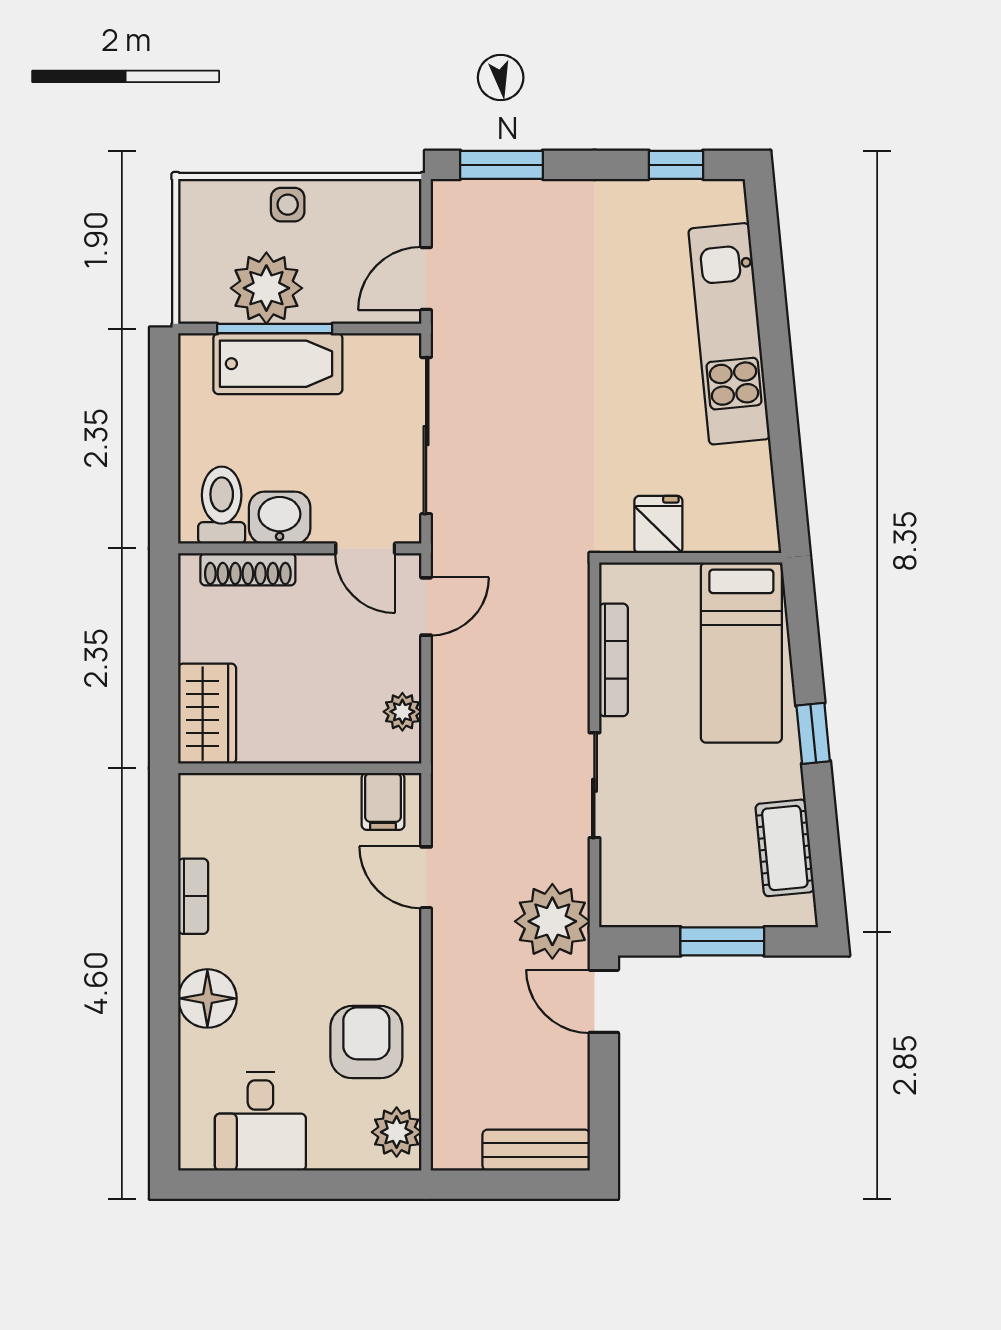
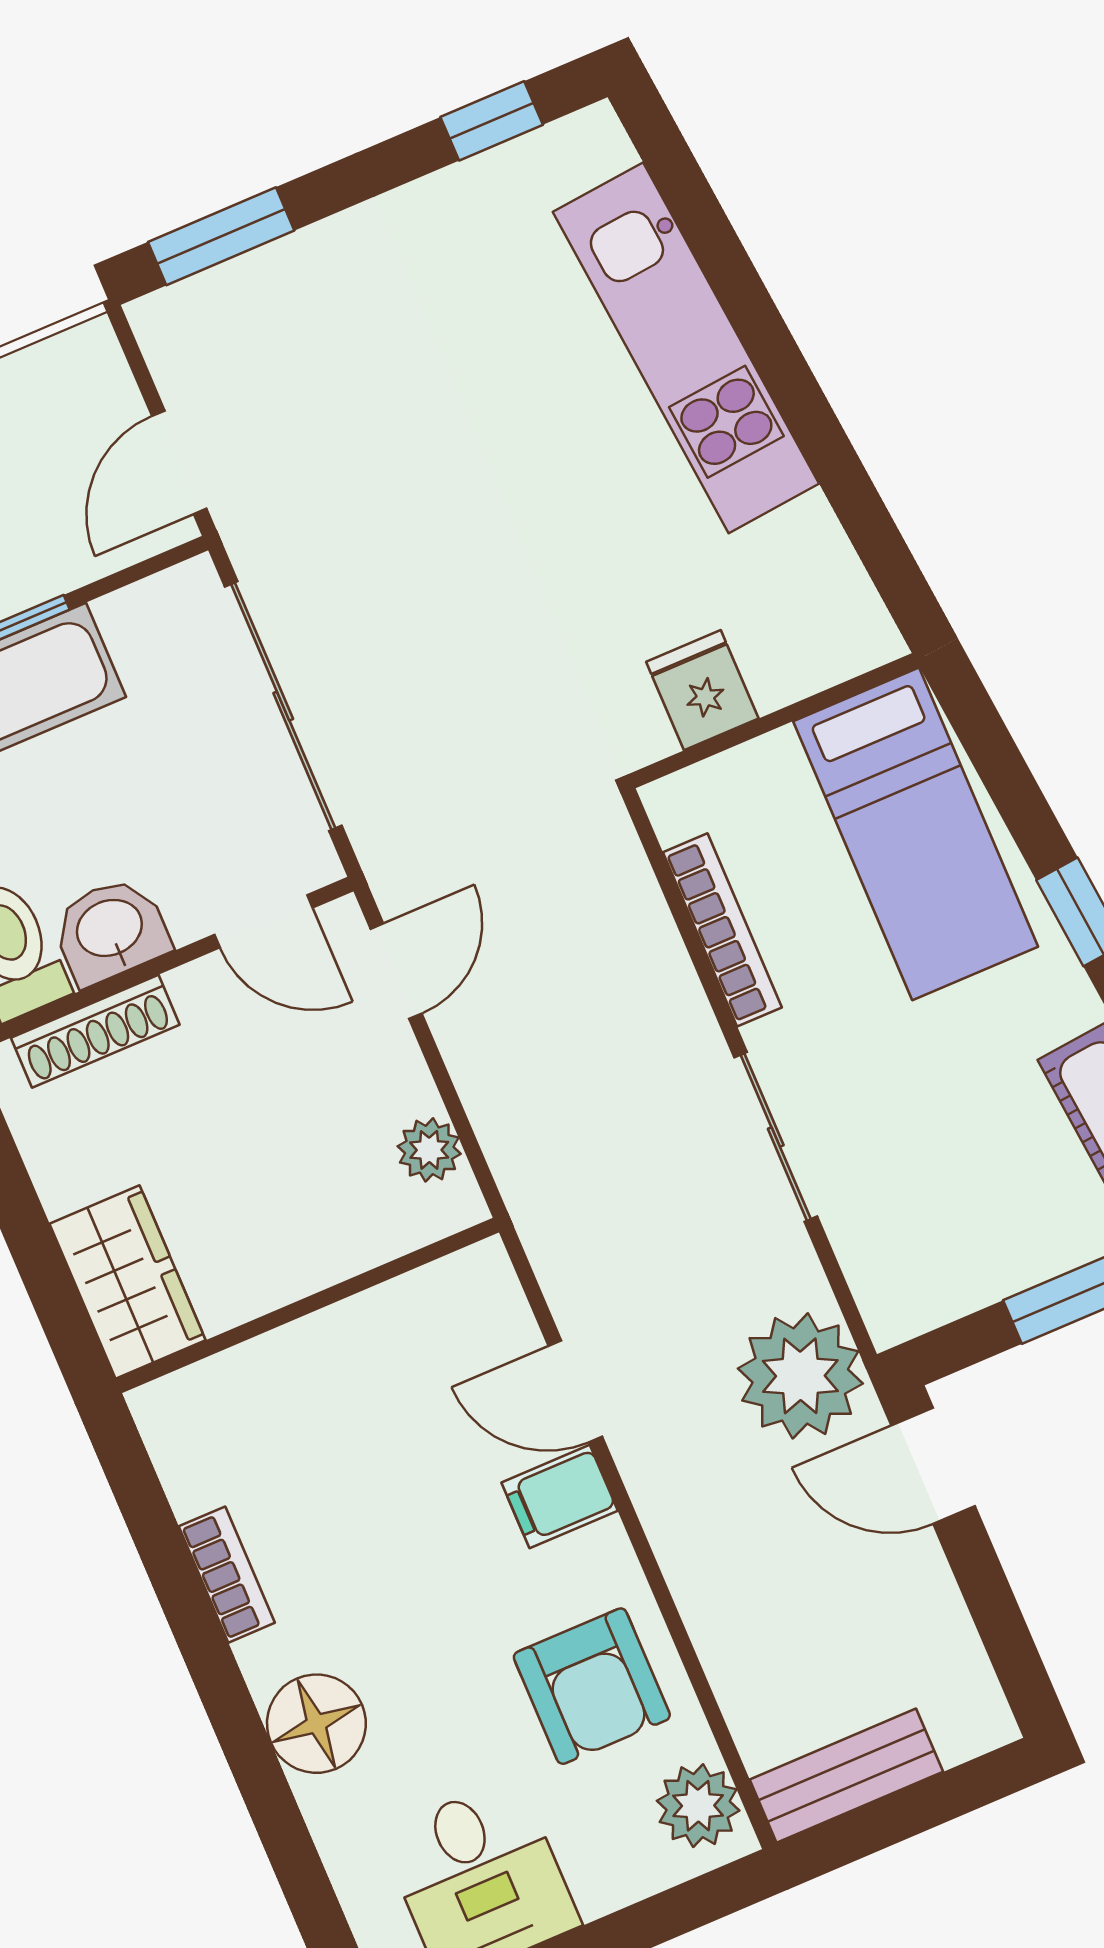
filing cabinet: (383, 801) -> (560, 1497), moved, turned 90
armchair: (366, 1042) -> (592, 1686), turned 180
bench: (536, 1150) -> (846, 1776), moved

